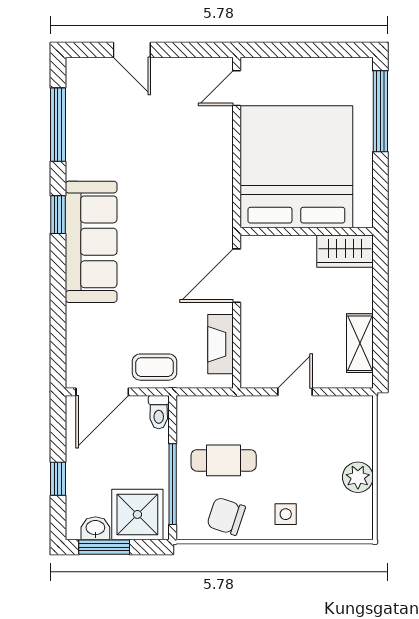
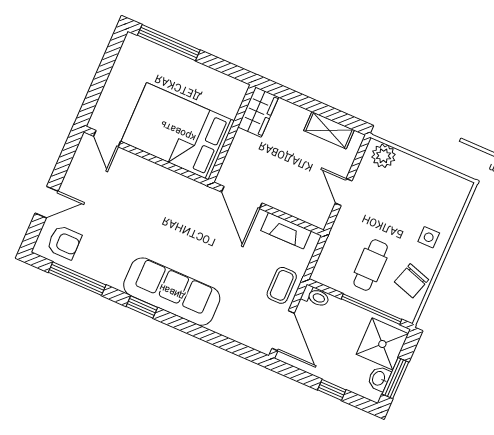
armchair: (94, 91) -> (64, 242), added
bed: (296, 167) -> (178, 131), width x0.73
plant: (358, 477) -> (384, 156), moved

